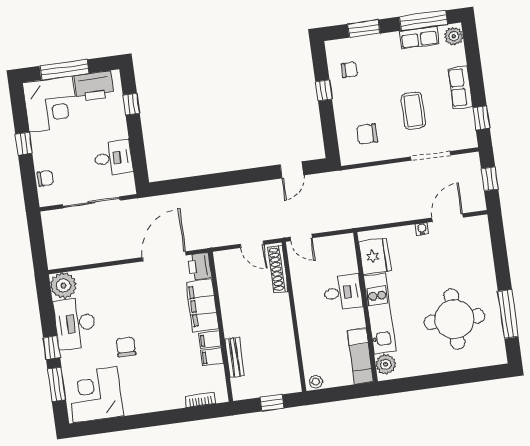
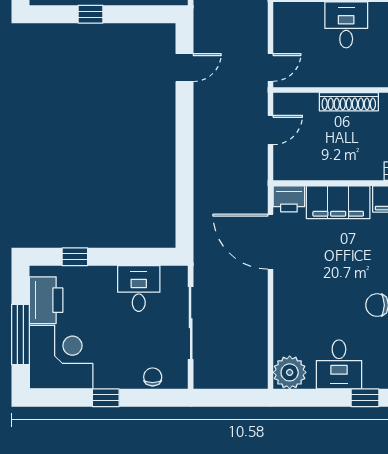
door: (292, 170) -> (184, 68), hinge flipped
shoe rack: (278, 269) -> (349, 102), moved
desk: (75, 323) -> (339, 364), width x0.73

